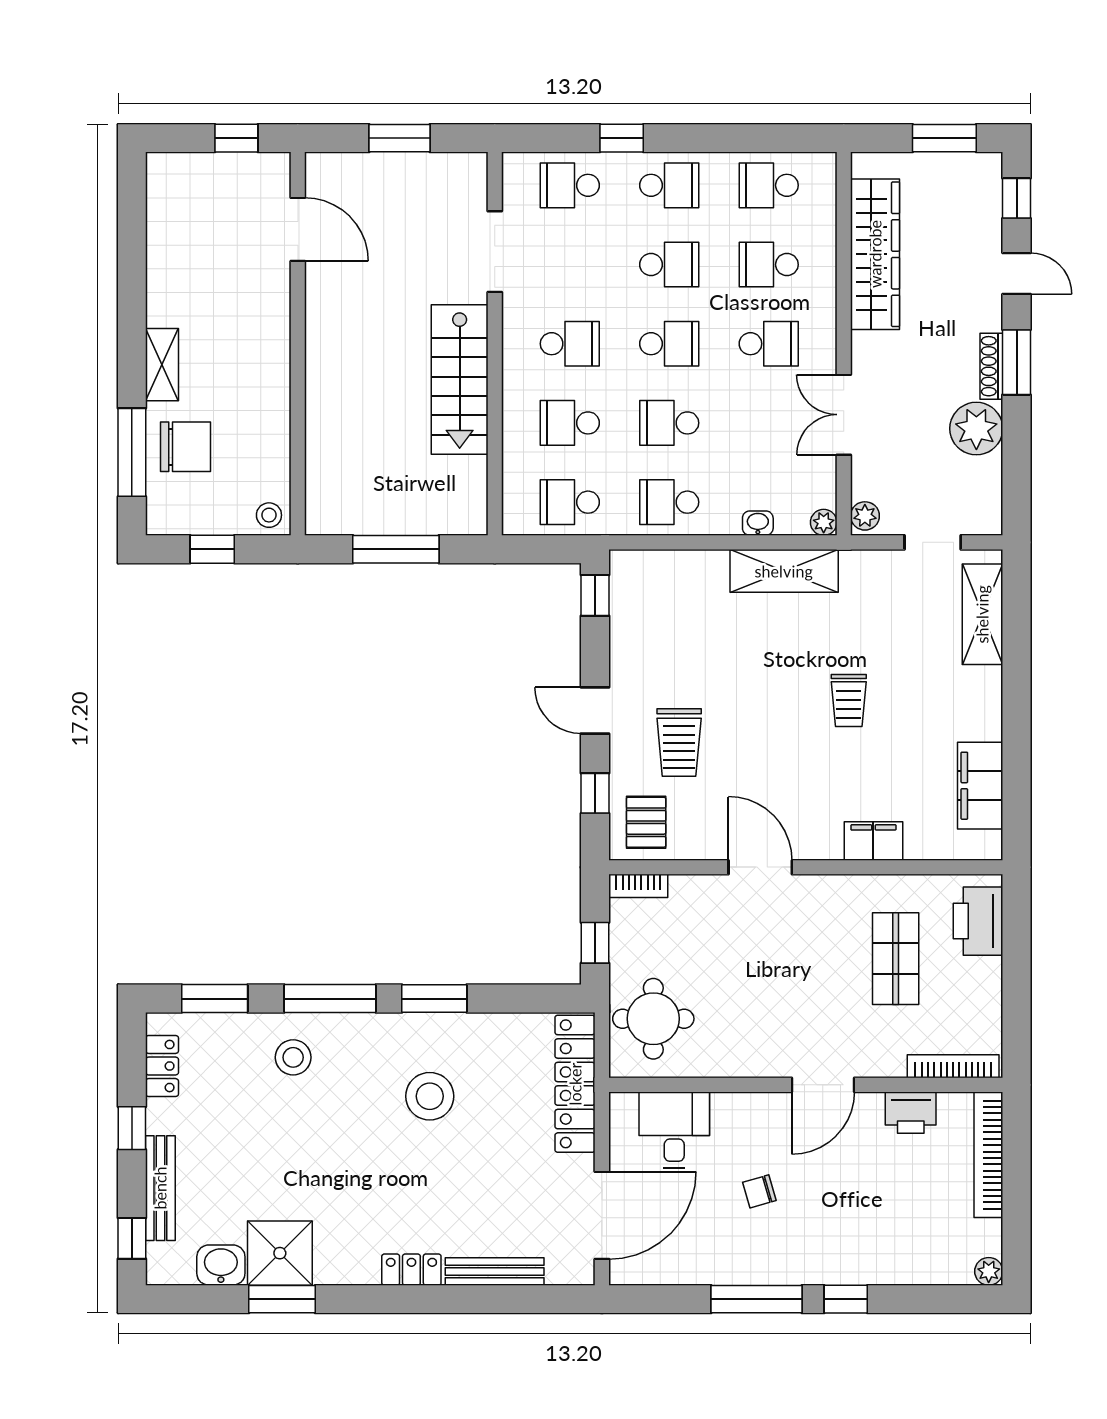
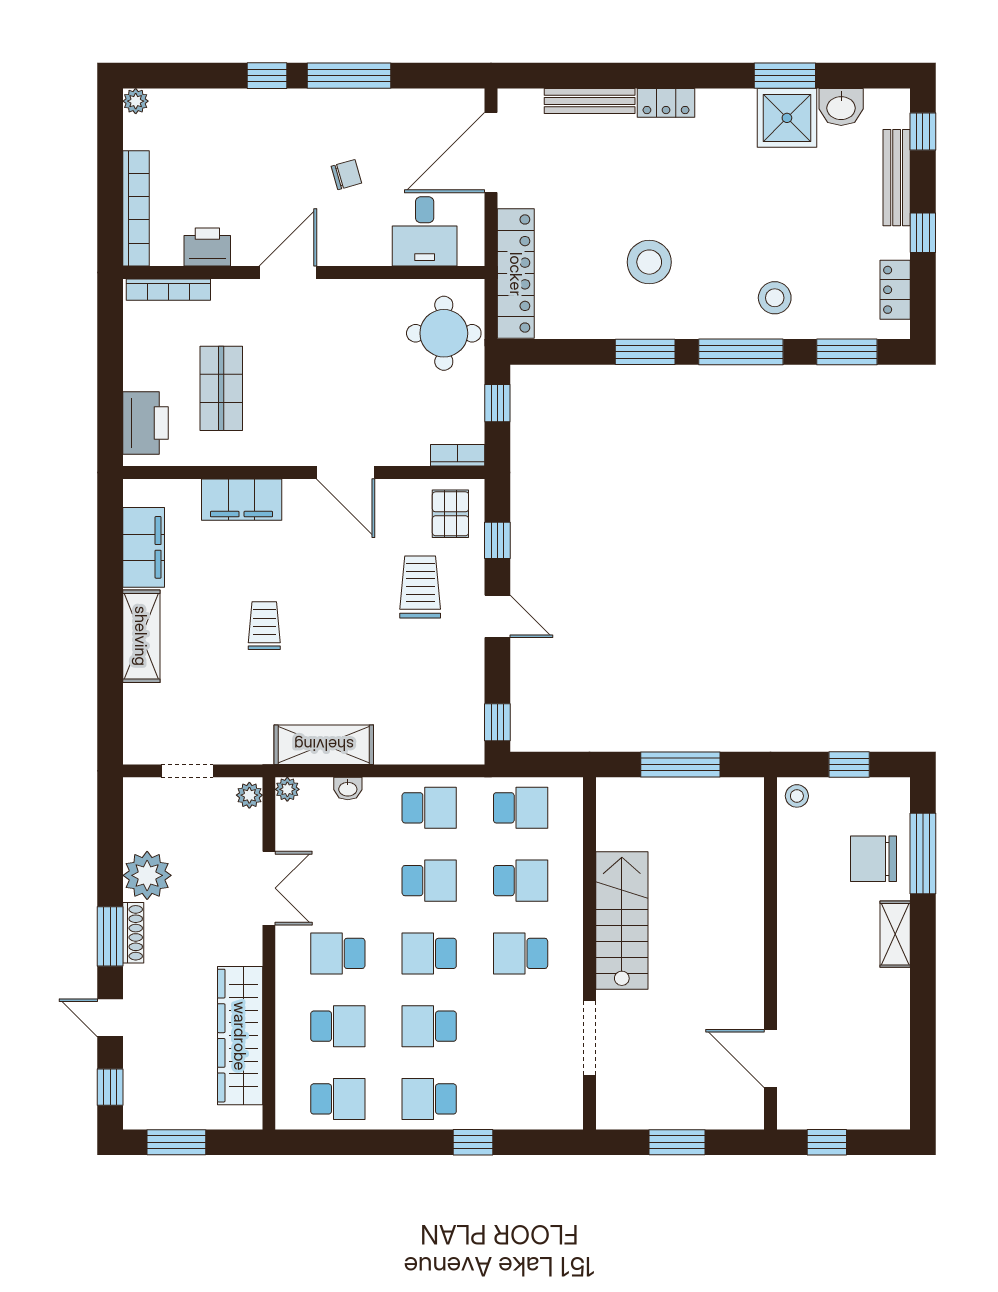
school desk: (570, 185) -> (521, 1099), removed
shelving: (982, 614) -> (141, 636), moved
filing cabinet: (873, 841) -> (242, 500), width x1.50, depth x1.17

